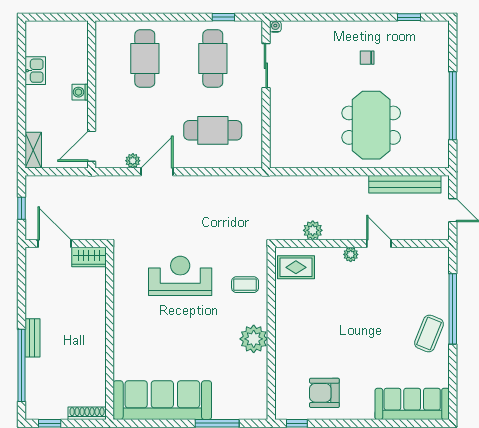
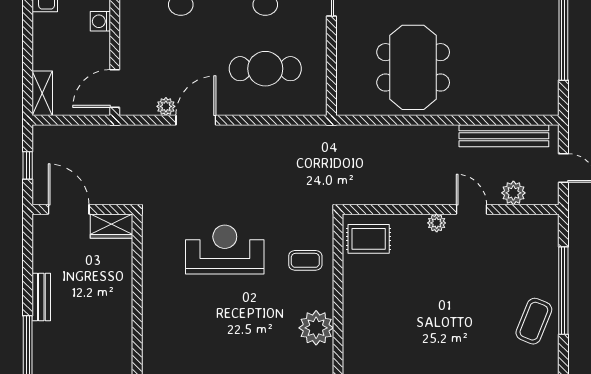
meeting table: (371, 125) -> (413, 67), moved
plant: (313, 230) -> (513, 193), moved
bench: (32, 338) -> (41, 297), moved

